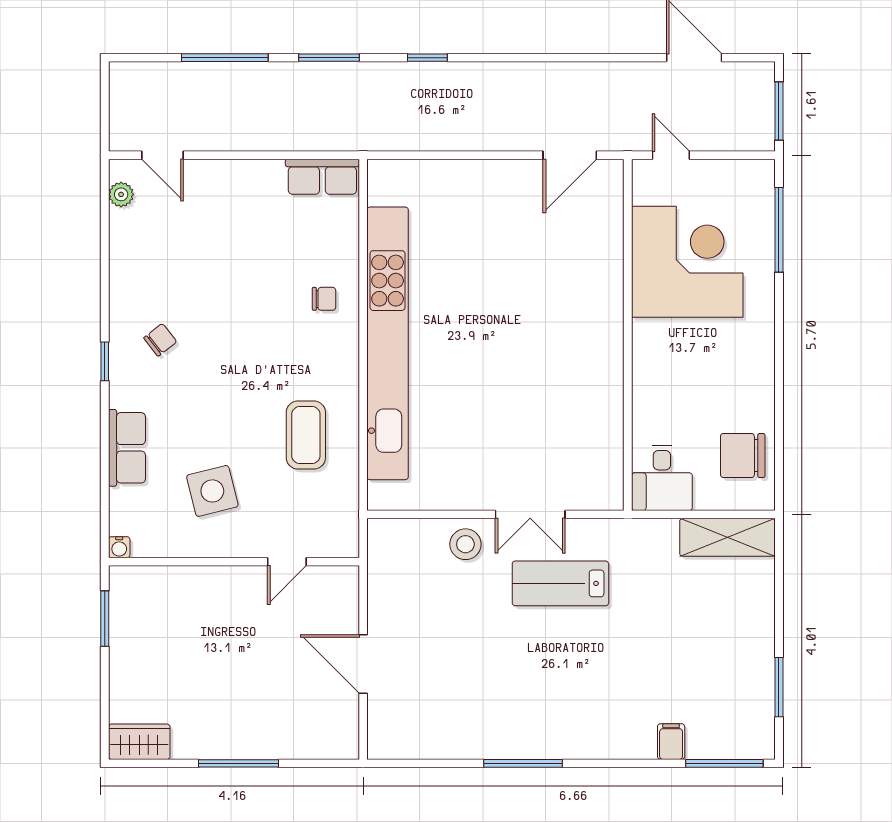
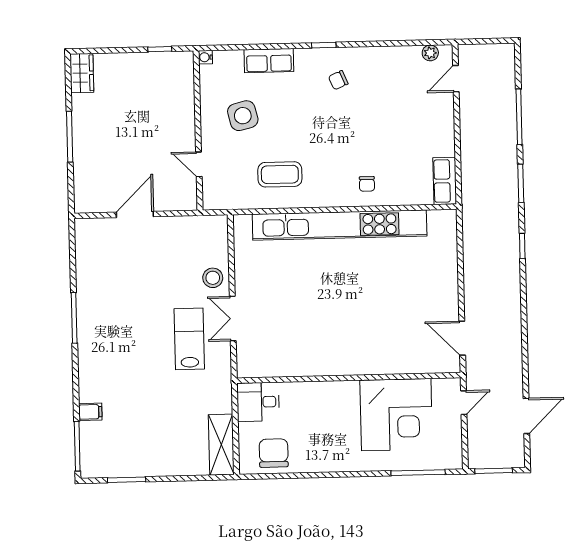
chair: (160, 340) -> (338, 80), turned 105
window: (105, 619) -> (160, 49), width x0.67

